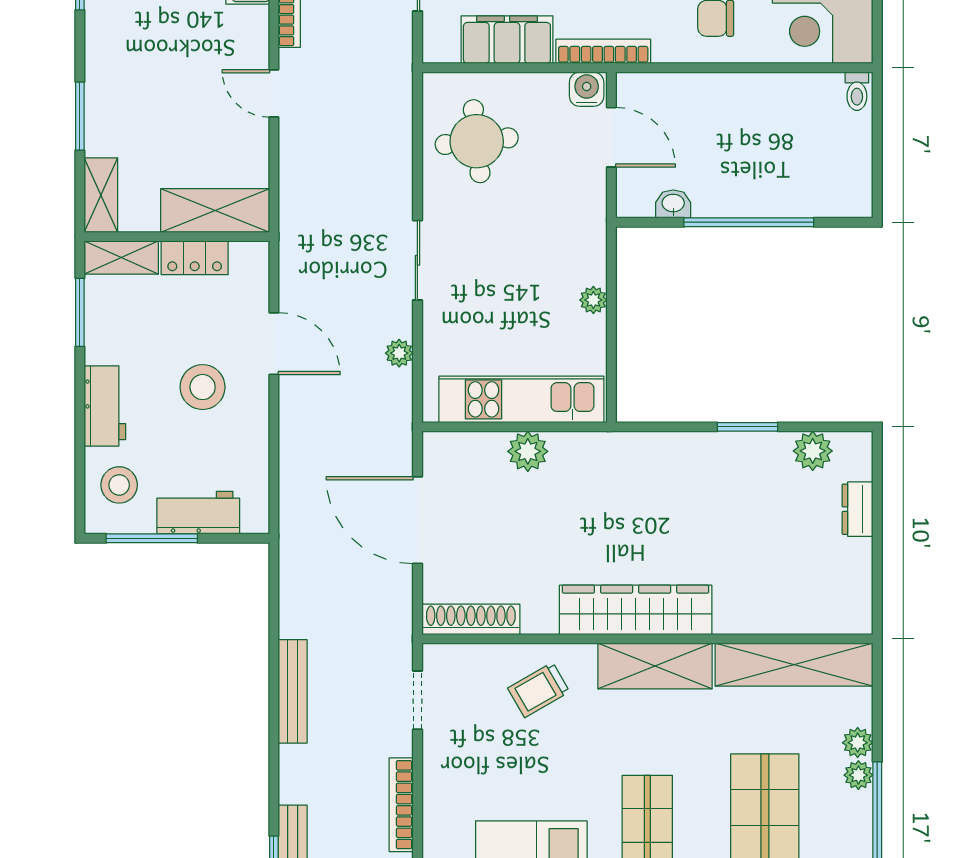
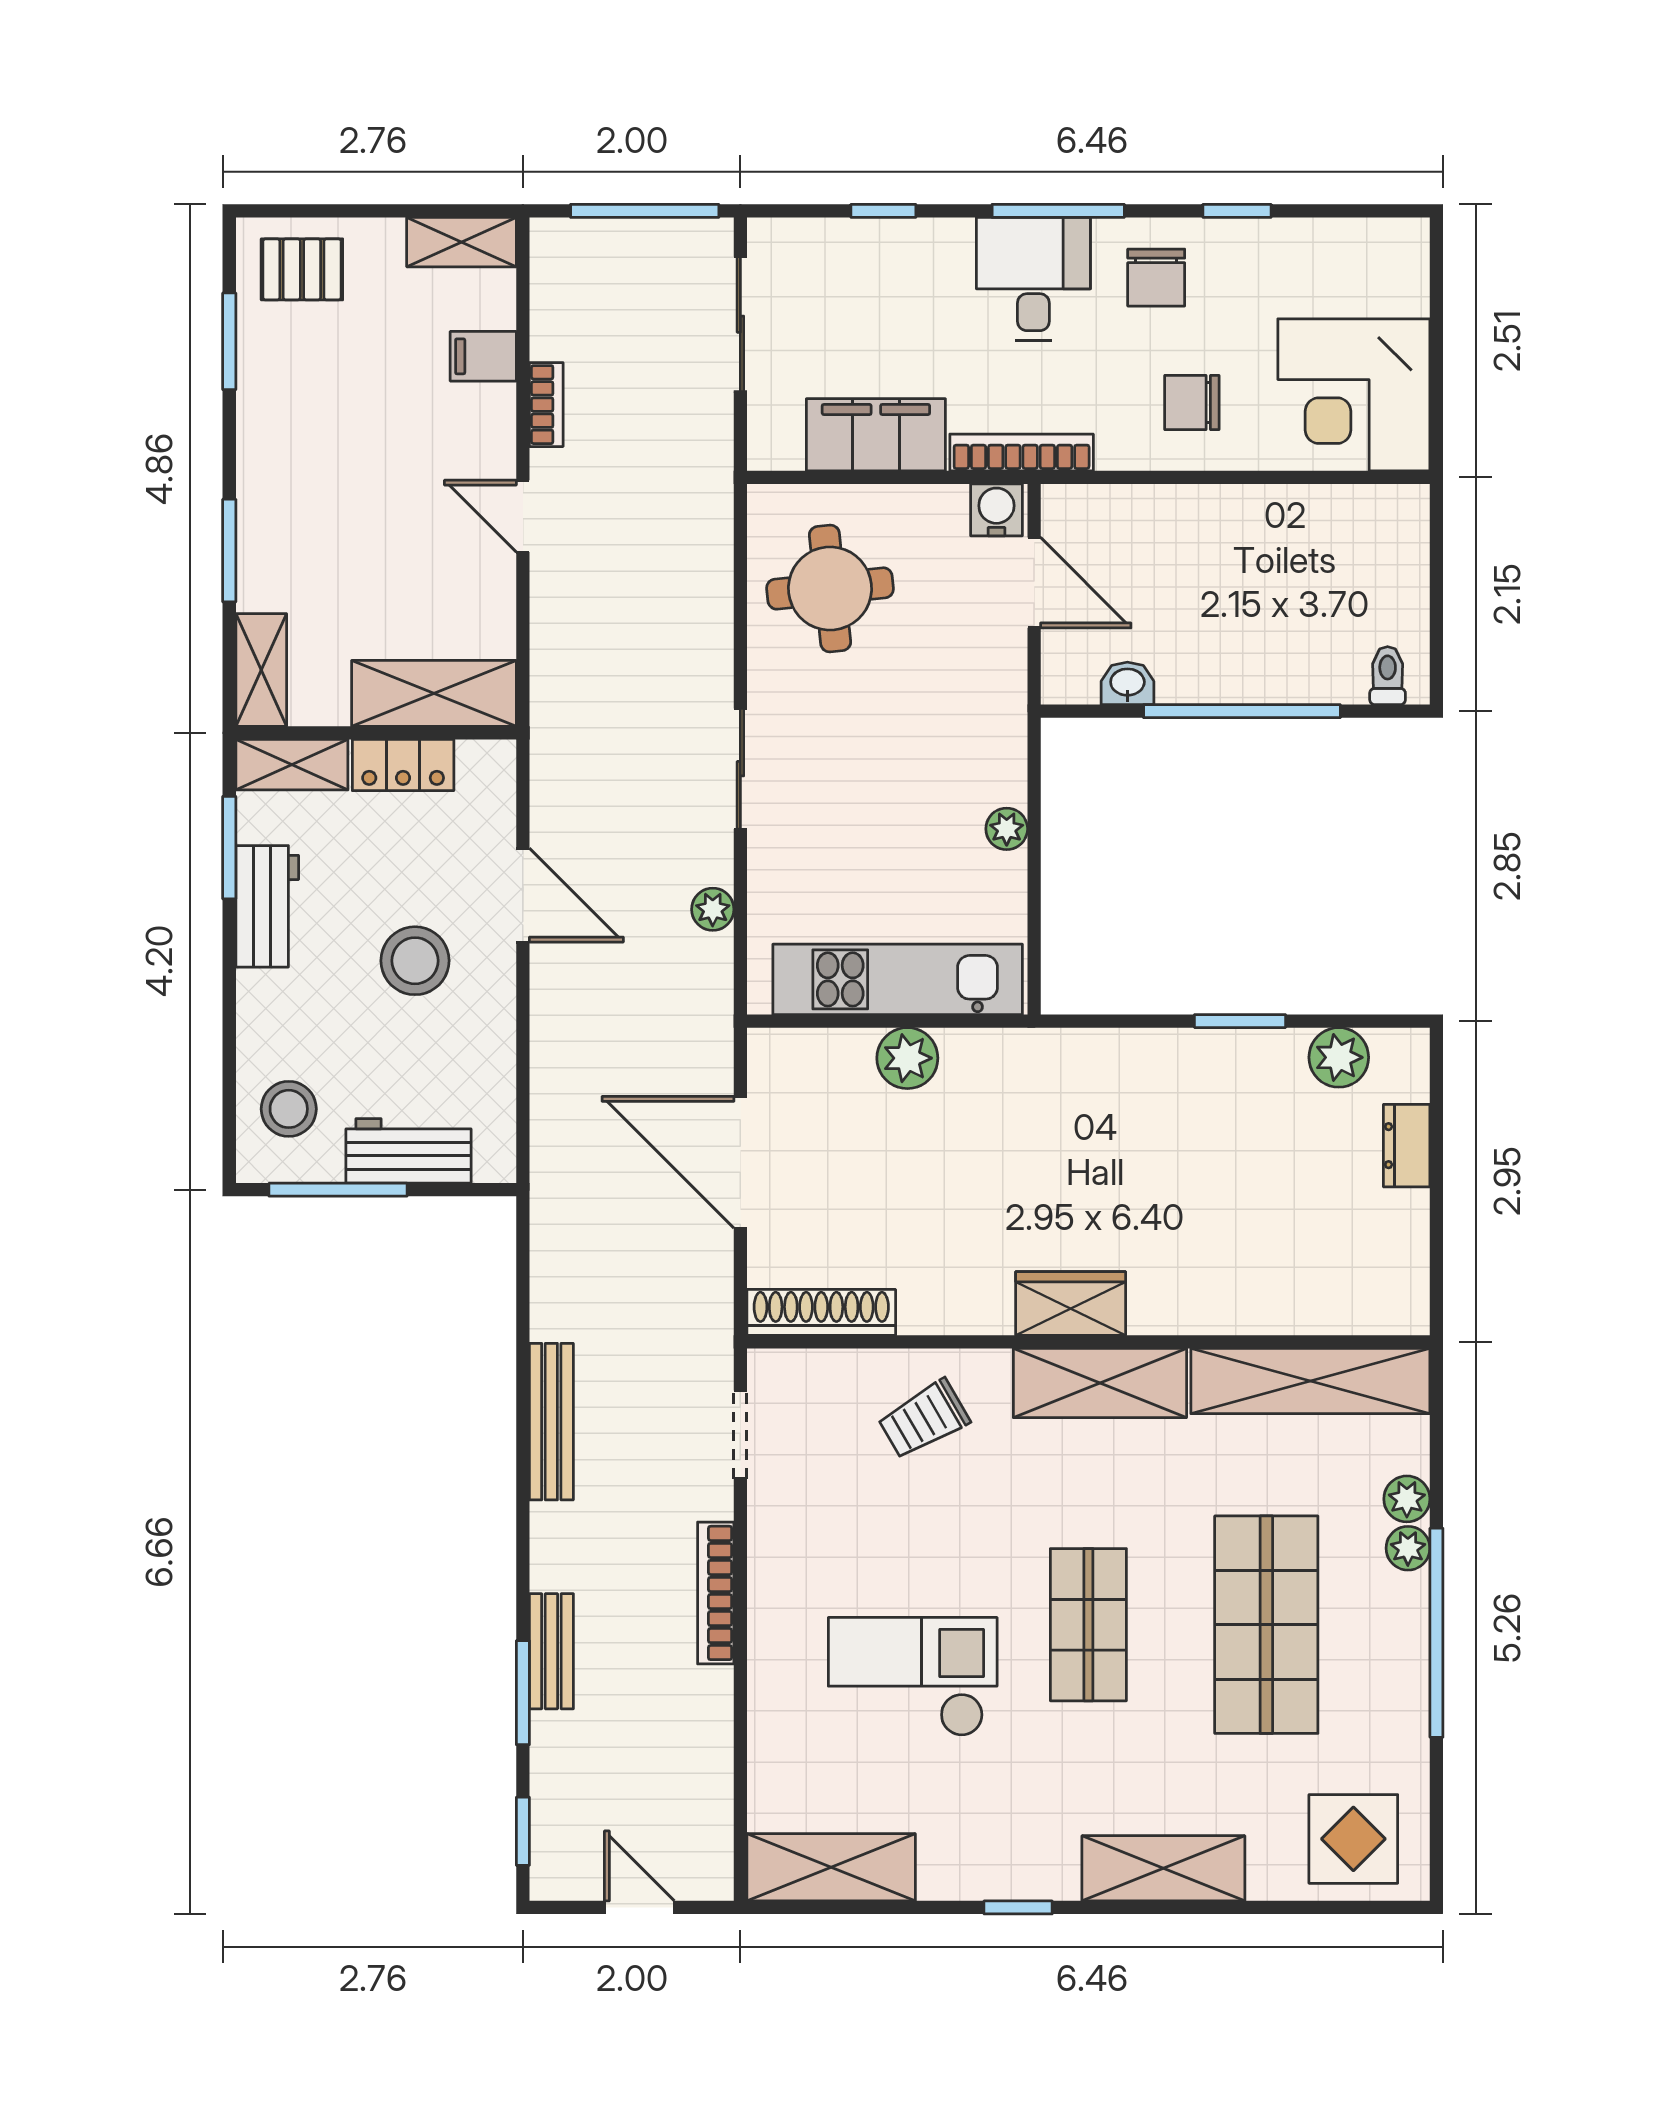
toilet: (857, 91) -> (1388, 676), moved, turned 180
workbench: (105, 406) -> (267, 906), moved
wardrobe: (636, 610) -> (1071, 1304), width x0.48, depth x0.85

